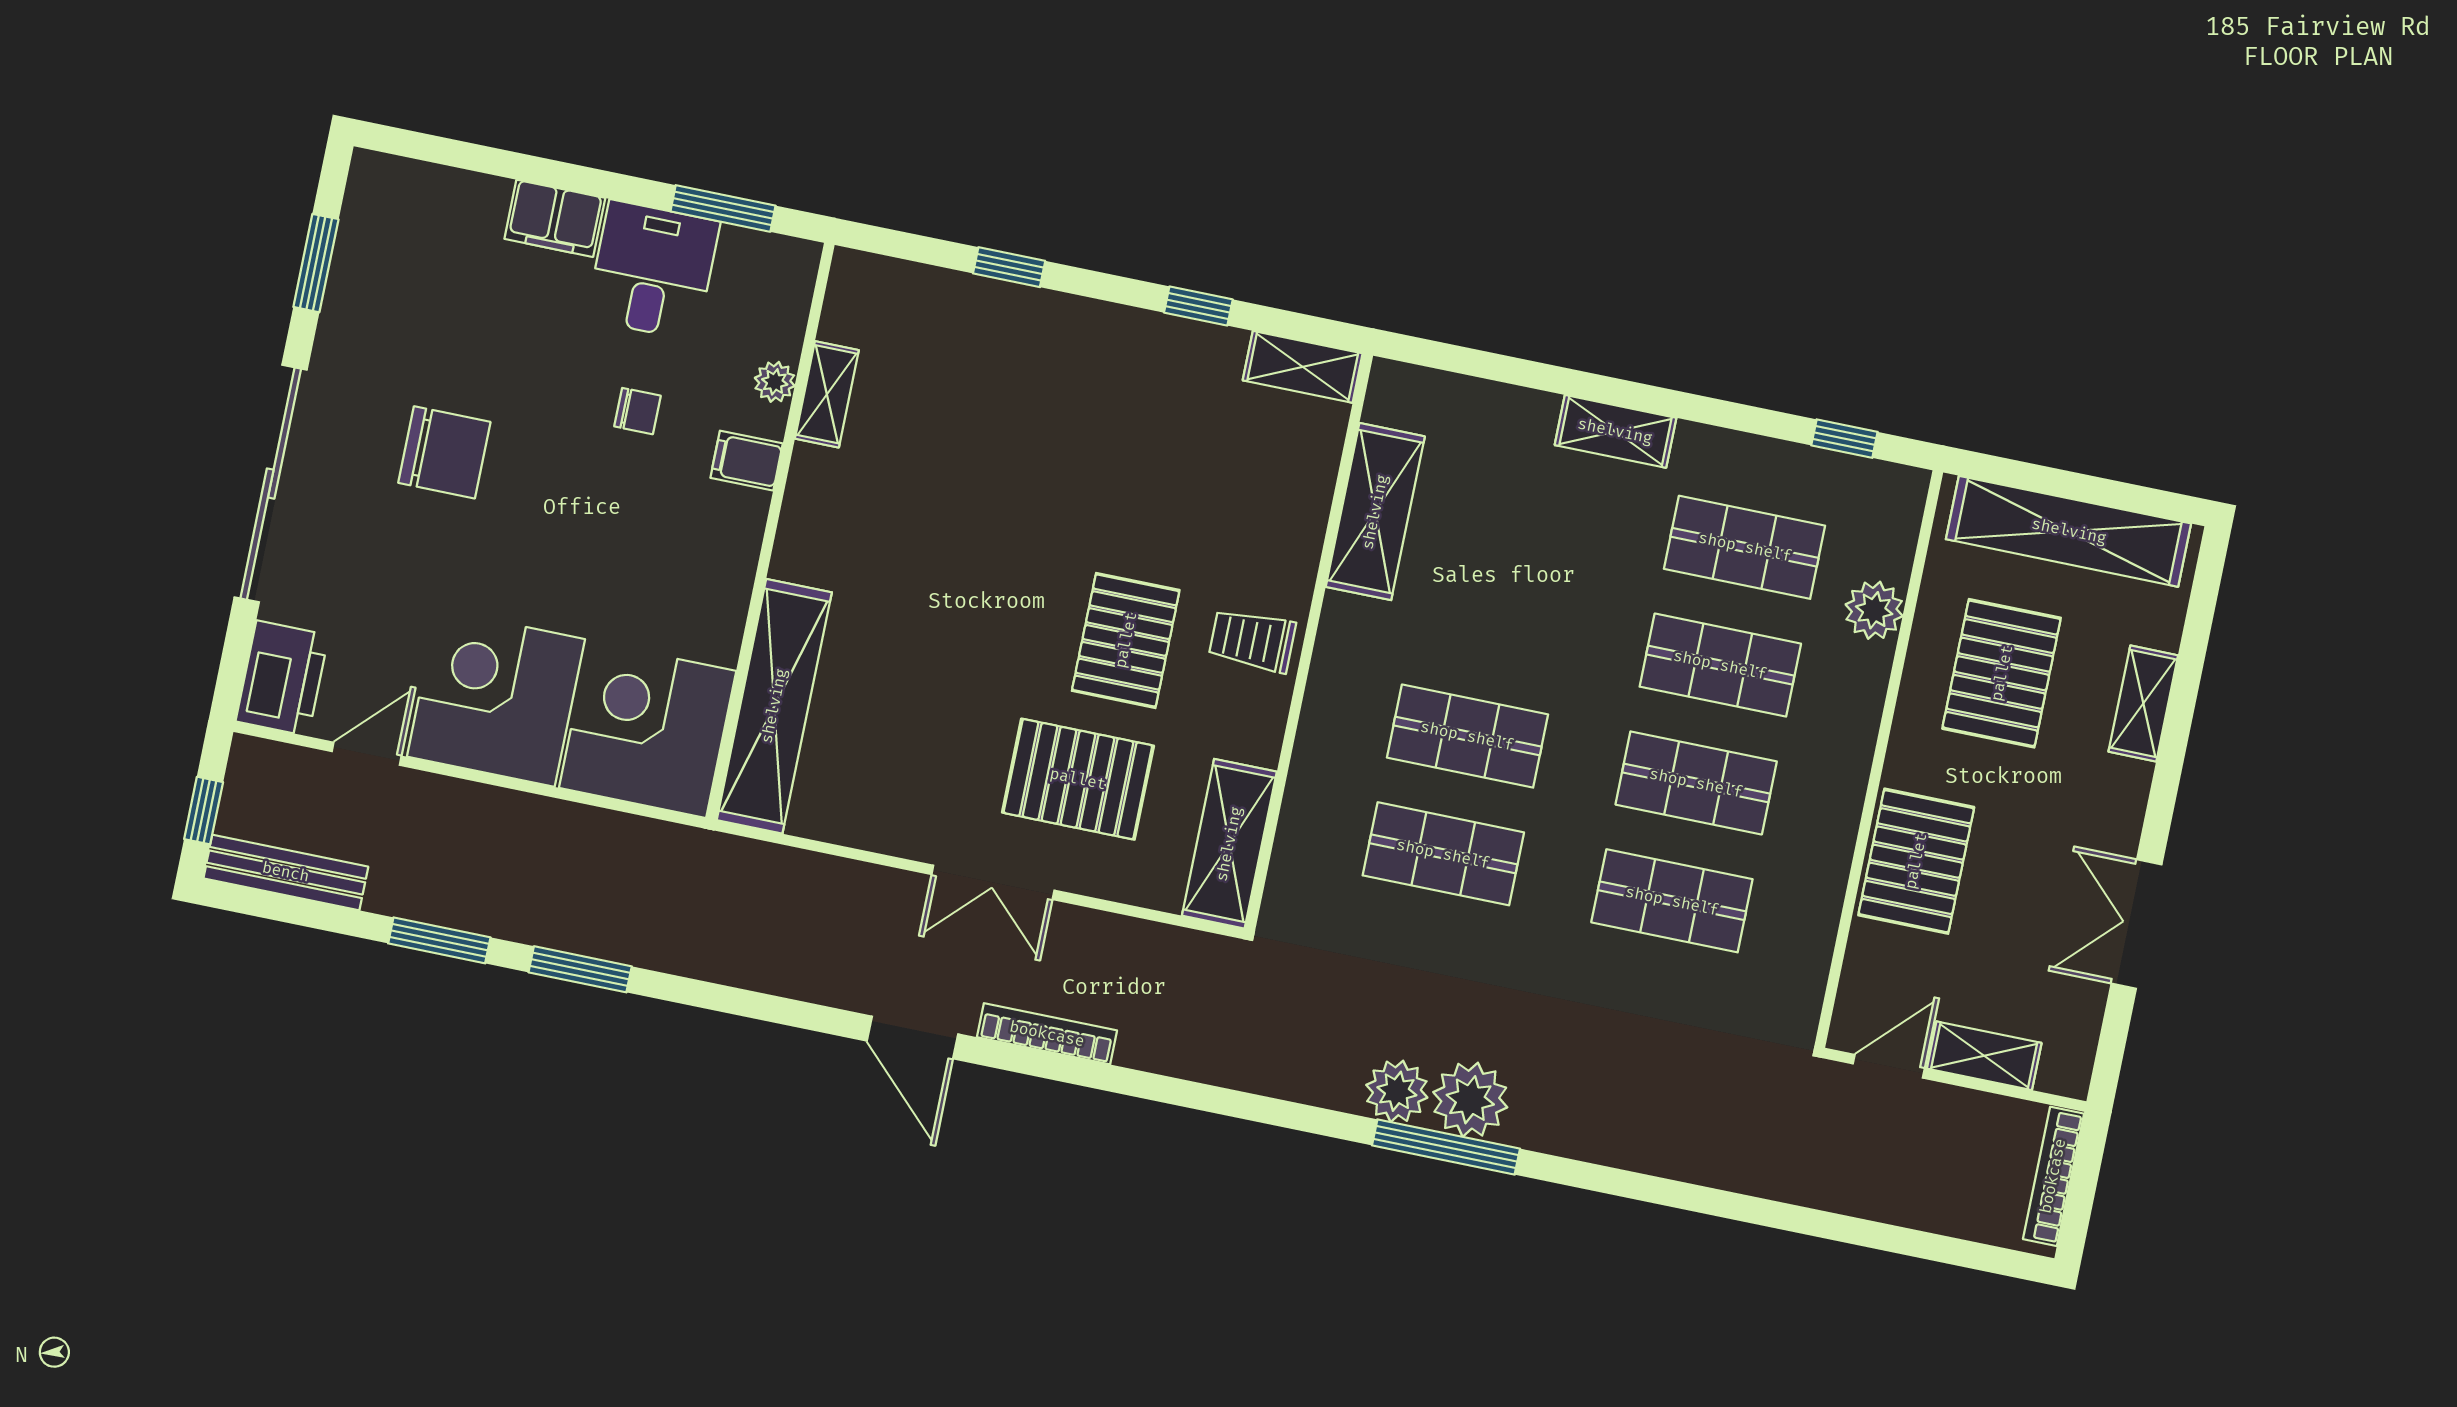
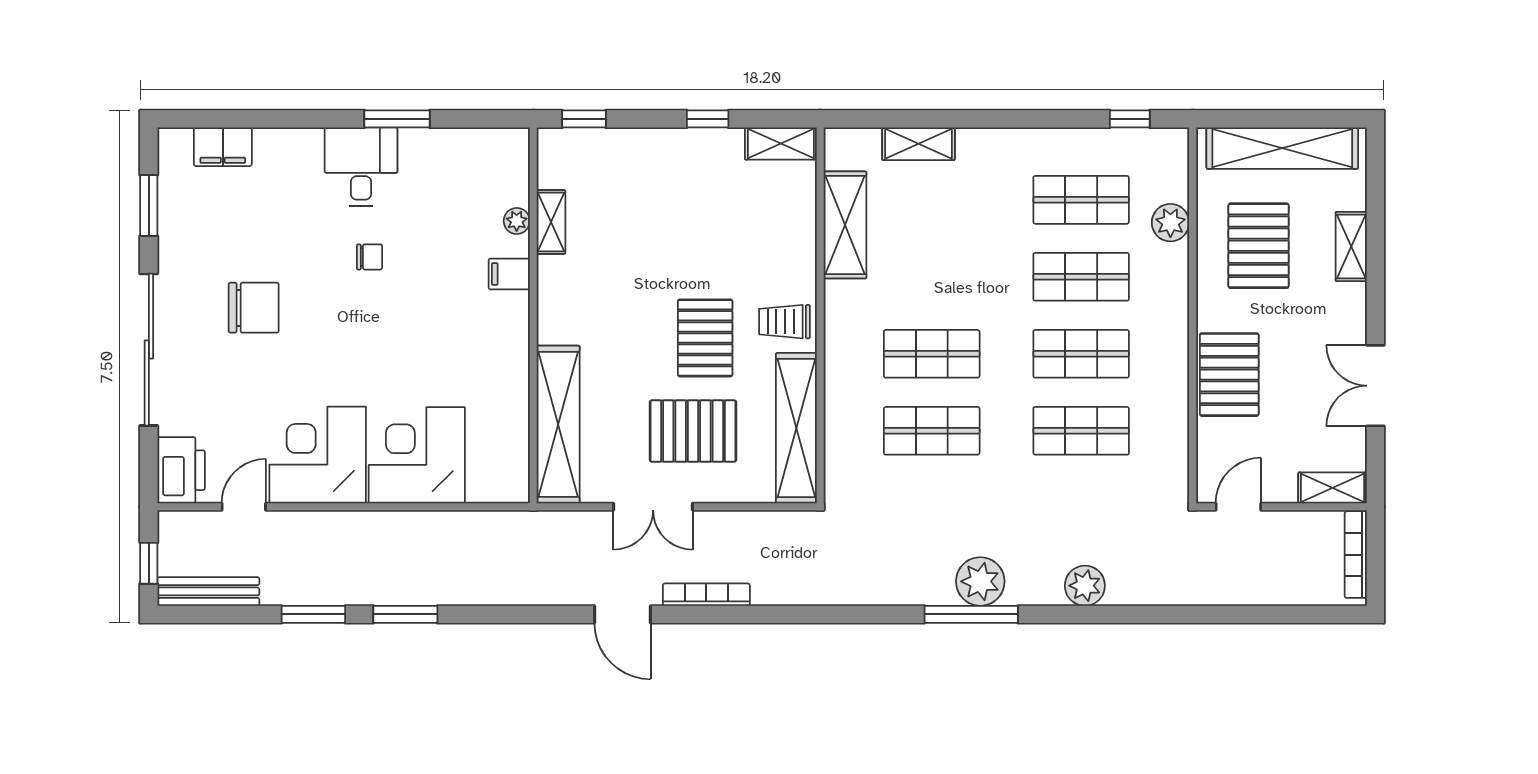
filing cabinet: (555, 218) -> (223, 147), moved
plant: (775, 382) -> (517, 221), moved
shelving: (827, 394) -> (551, 222), moved
shelving: (1615, 431) -> (918, 144), moved
filing cabinet: (747, 461) -> (509, 274), moved
wall: (770, 532) -> (533, 315), moved
shelving: (774, 706) -> (558, 424), moved
shelving: (1229, 844) -> (796, 428), width x1.47
shelving: (1984, 1056) -> (1333, 488), moved
plant: (1397, 1091) -> (1085, 586), moved

